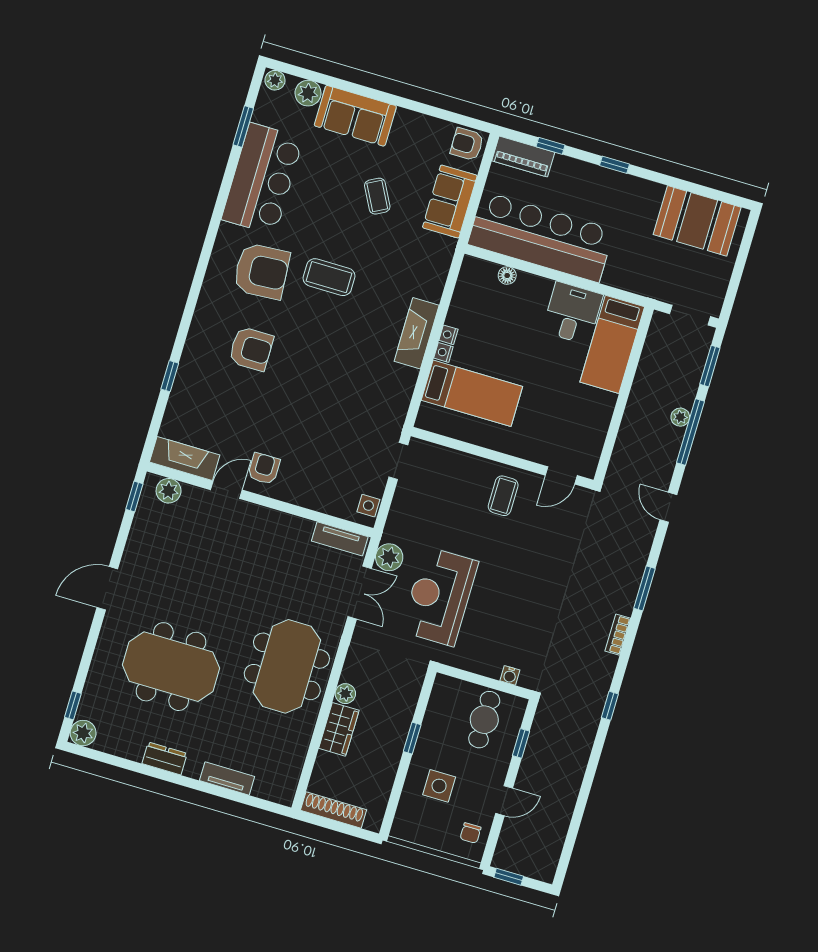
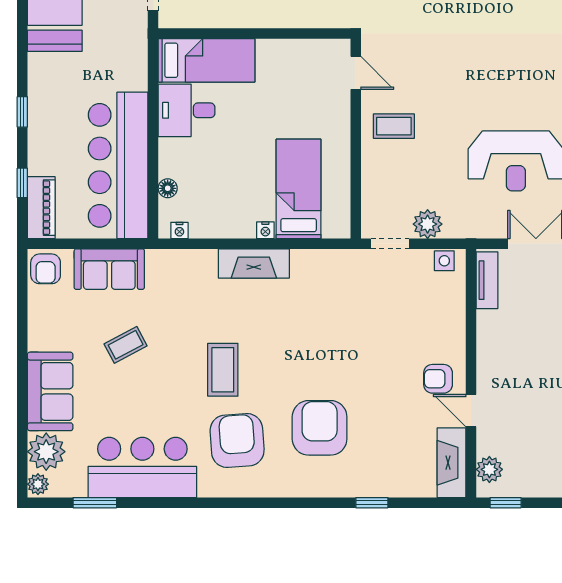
plant: (308, 93) -> (46, 452), width x1.36, depth x1.36
nightstand: (448, 335) -> (179, 230), moved
armchair: (251, 349) -> (320, 428), width x1.36, depth x1.36
plant: (389, 557) -> (428, 224), moved

